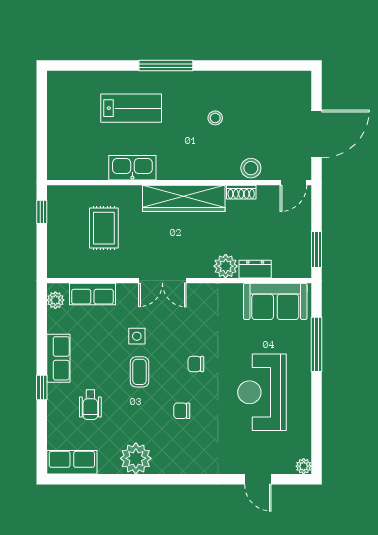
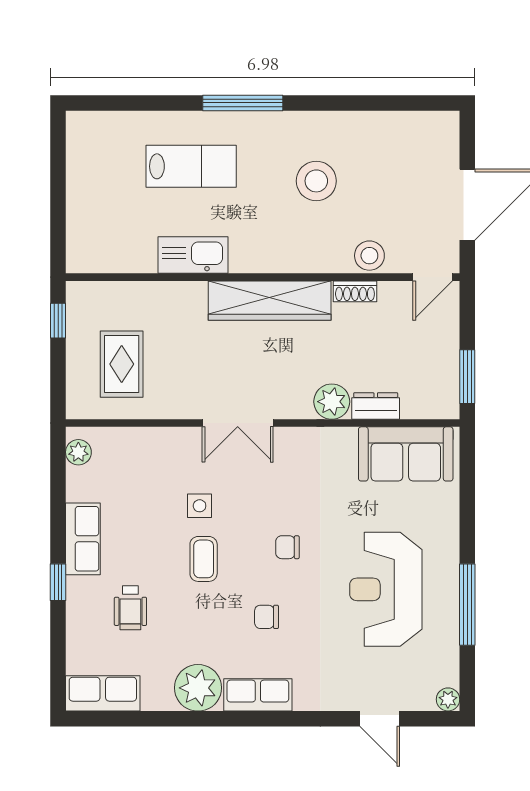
stool: (215, 118) -> (316, 181), width x1.89, depth x1.89
rug: (104, 228) -> (122, 364), moved
row of seats: (92, 294) -> (258, 695), moved, turned 180
window: (317, 344) -> (467, 605), moved

